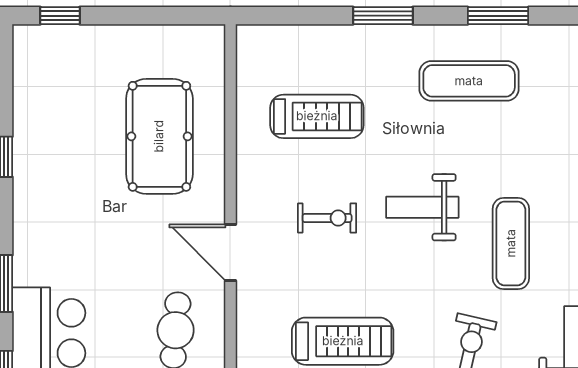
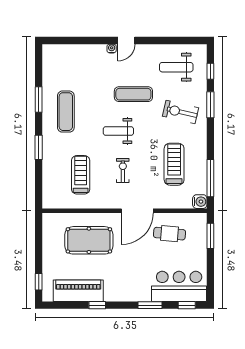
piano: (38, 111) -> (78, 291), added
weight bench: (422, 207) -> (118, 131), turned 90
door: (230, 252) -> (137, 211), width x1.36

